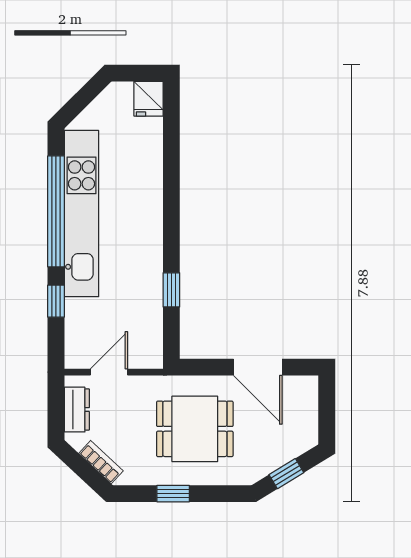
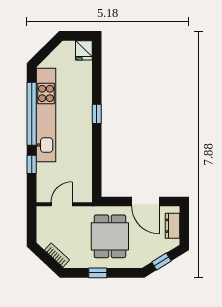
window: (171, 290) -> (97, 114), moved
dresser: (77, 410) -> (172, 226), moved, turned 180
dining table: (195, 429) -> (110, 236), turned 90

